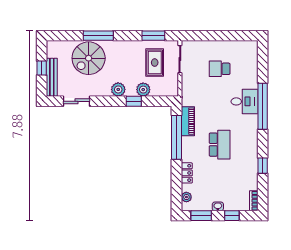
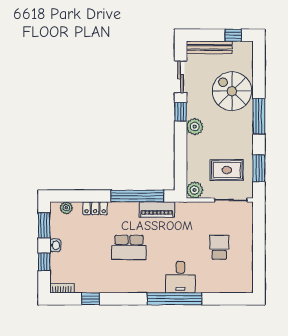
window: (98, 36) -> (259, 116), moved
window: (42, 68) -> (233, 35), moved
plant: (143, 90) -> (195, 190), moved
window: (134, 101) -> (181, 112), moved
window: (263, 166) -> (91, 299), moved

